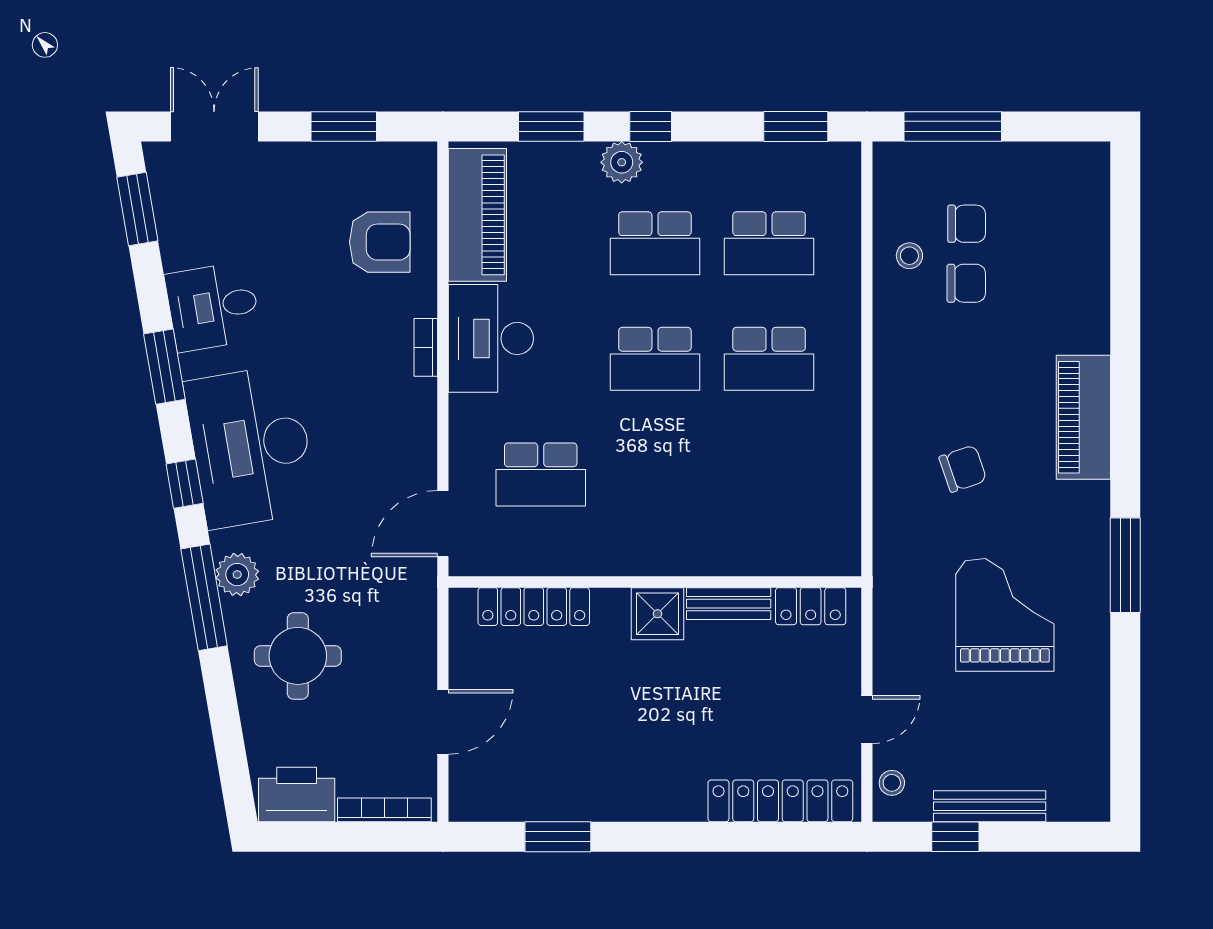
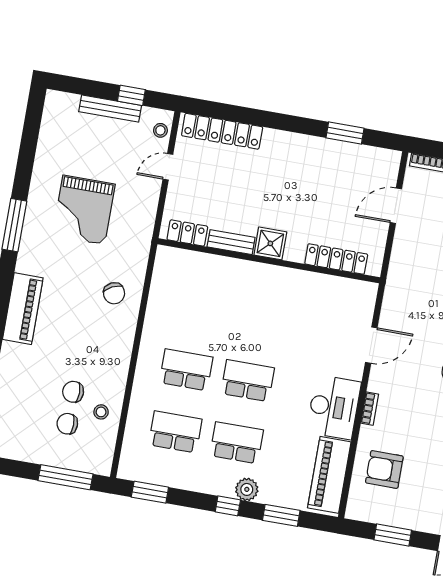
chair: (963, 469) -> (114, 293), moved, turned -97
school desk: (541, 474) -> (320, 329), removed
door: (443, 524) -> (371, 345), moved

